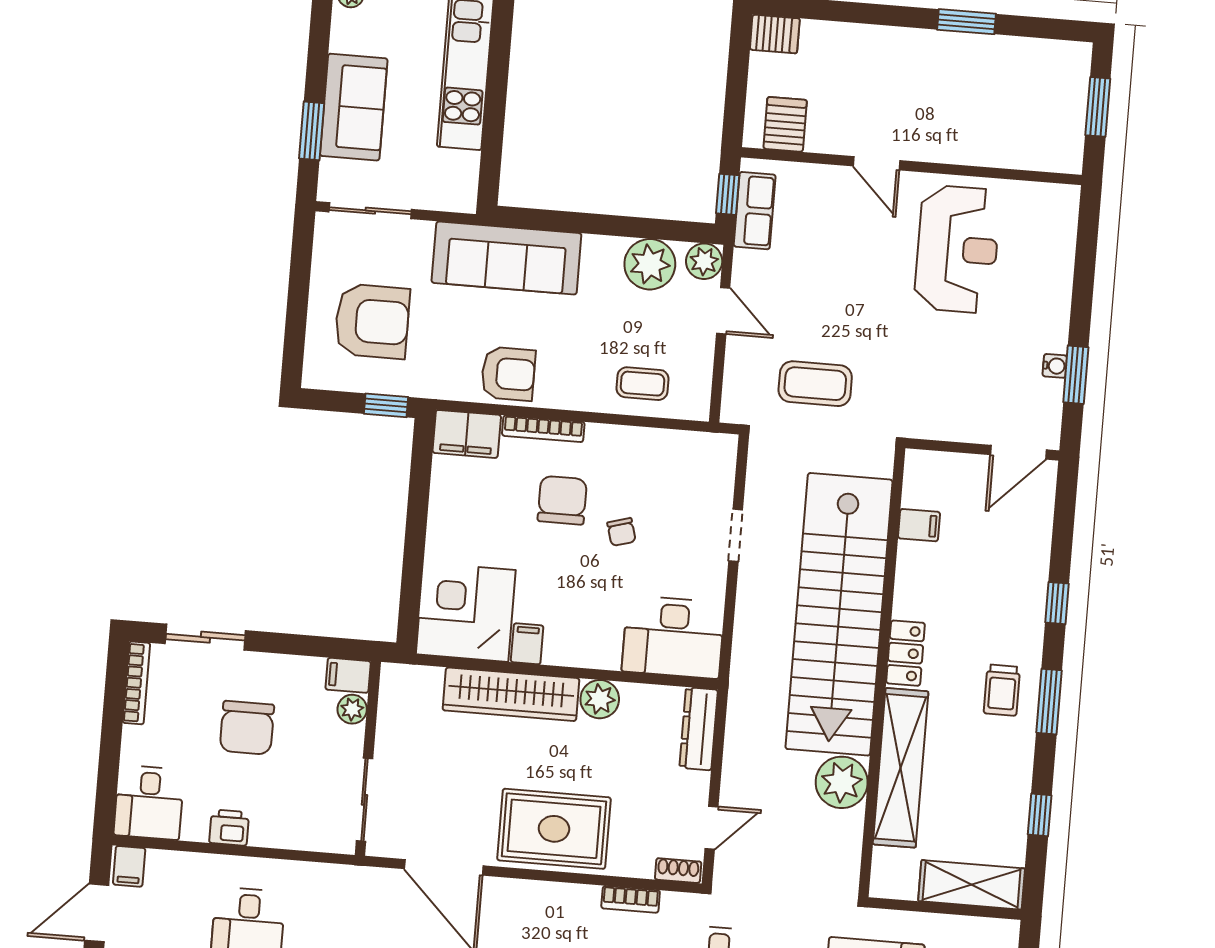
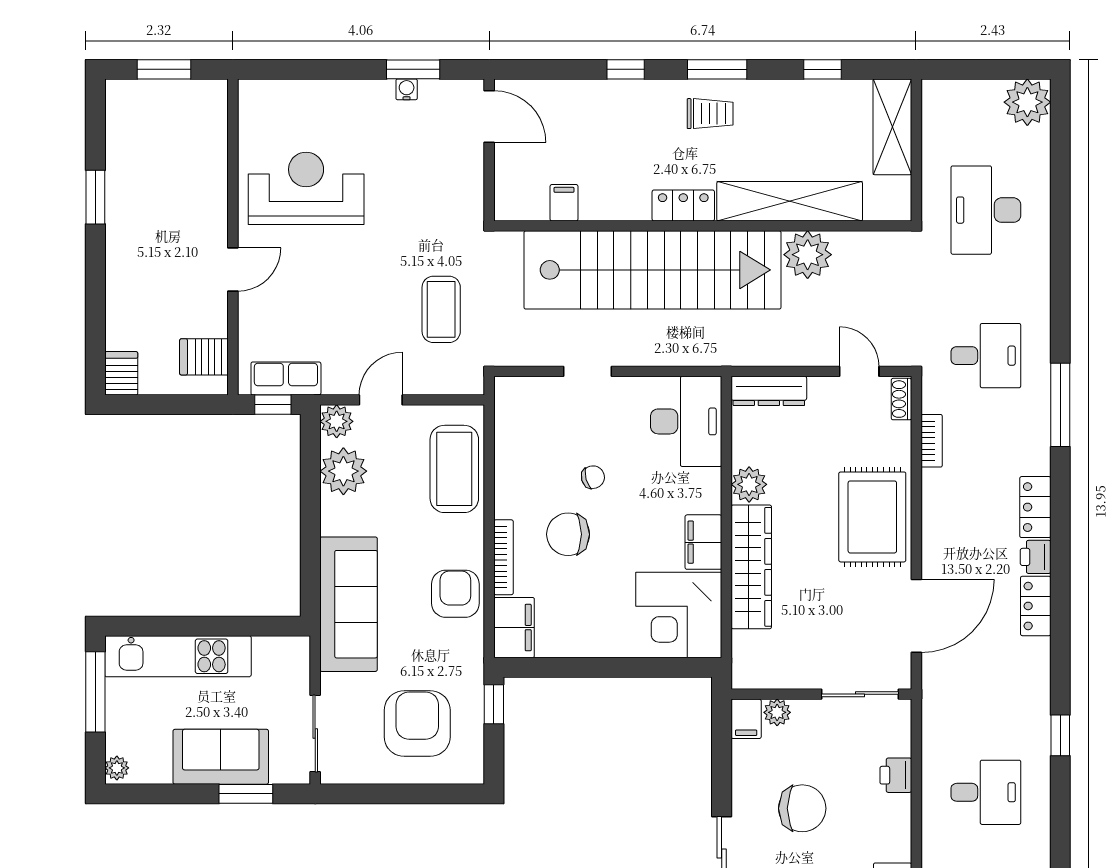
coffee table: (643, 384) -> (454, 469), width x1.86, depth x1.72
filing cabinet: (527, 644) -> (703, 542), width x2.00
printer: (229, 828) -> (896, 775), moved

